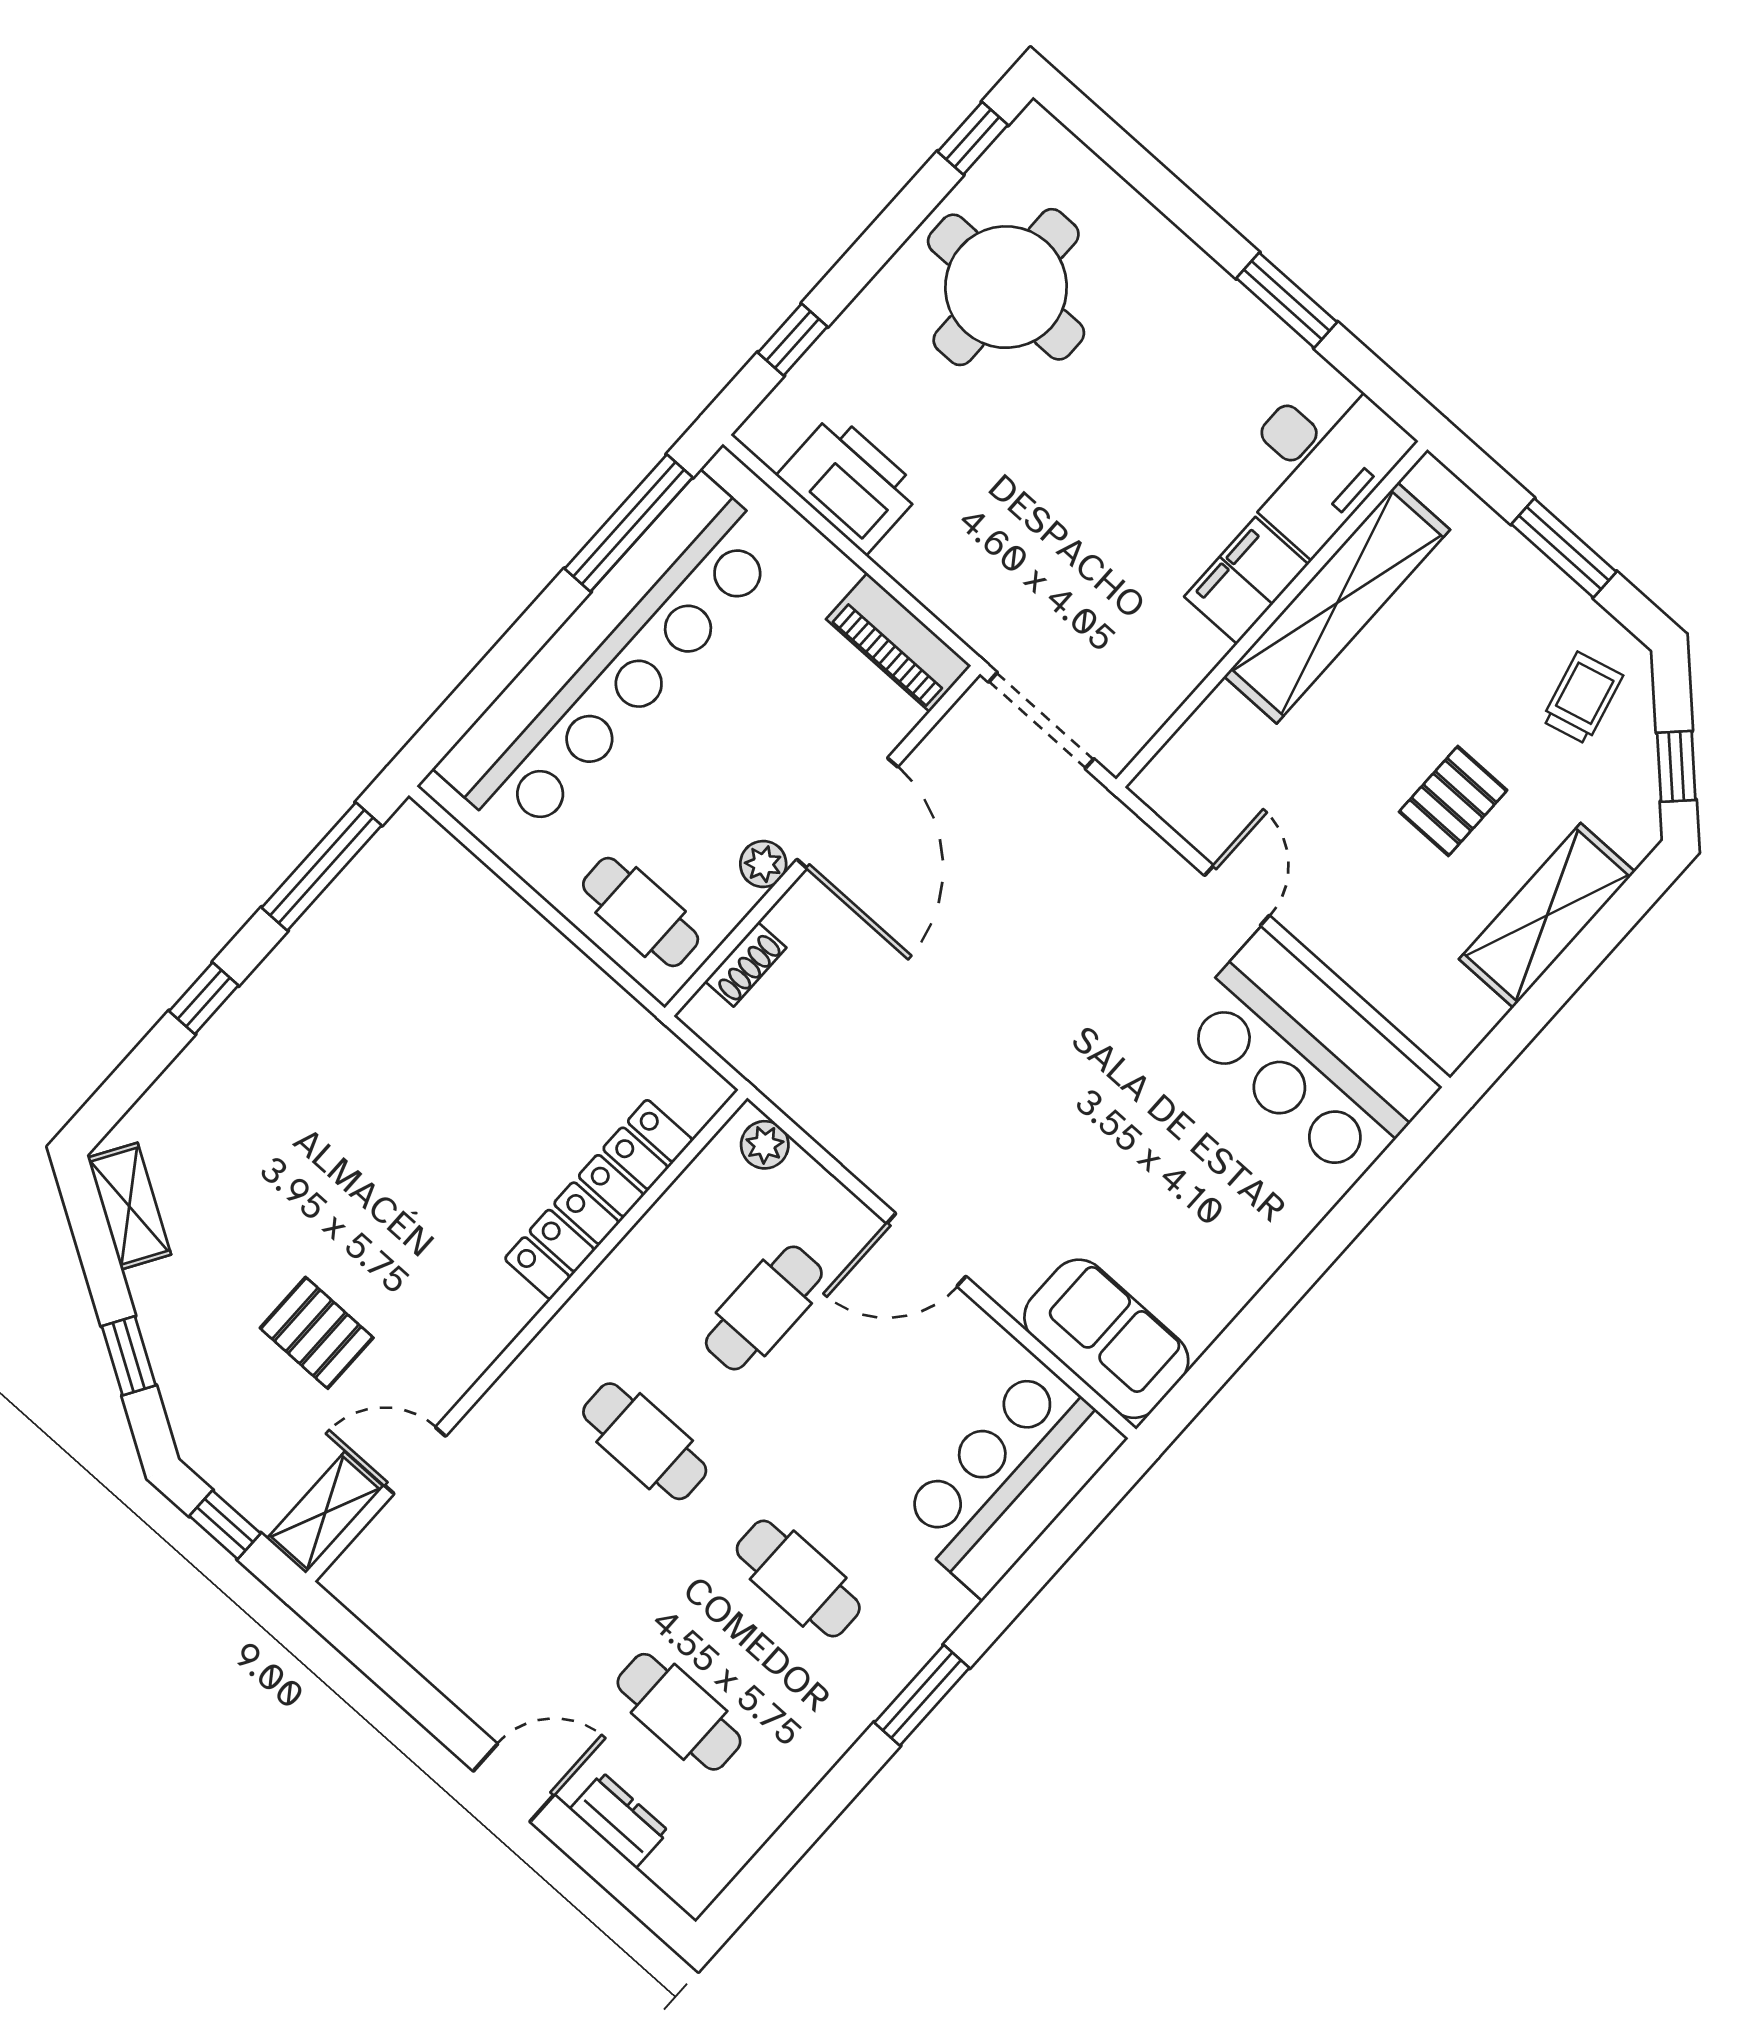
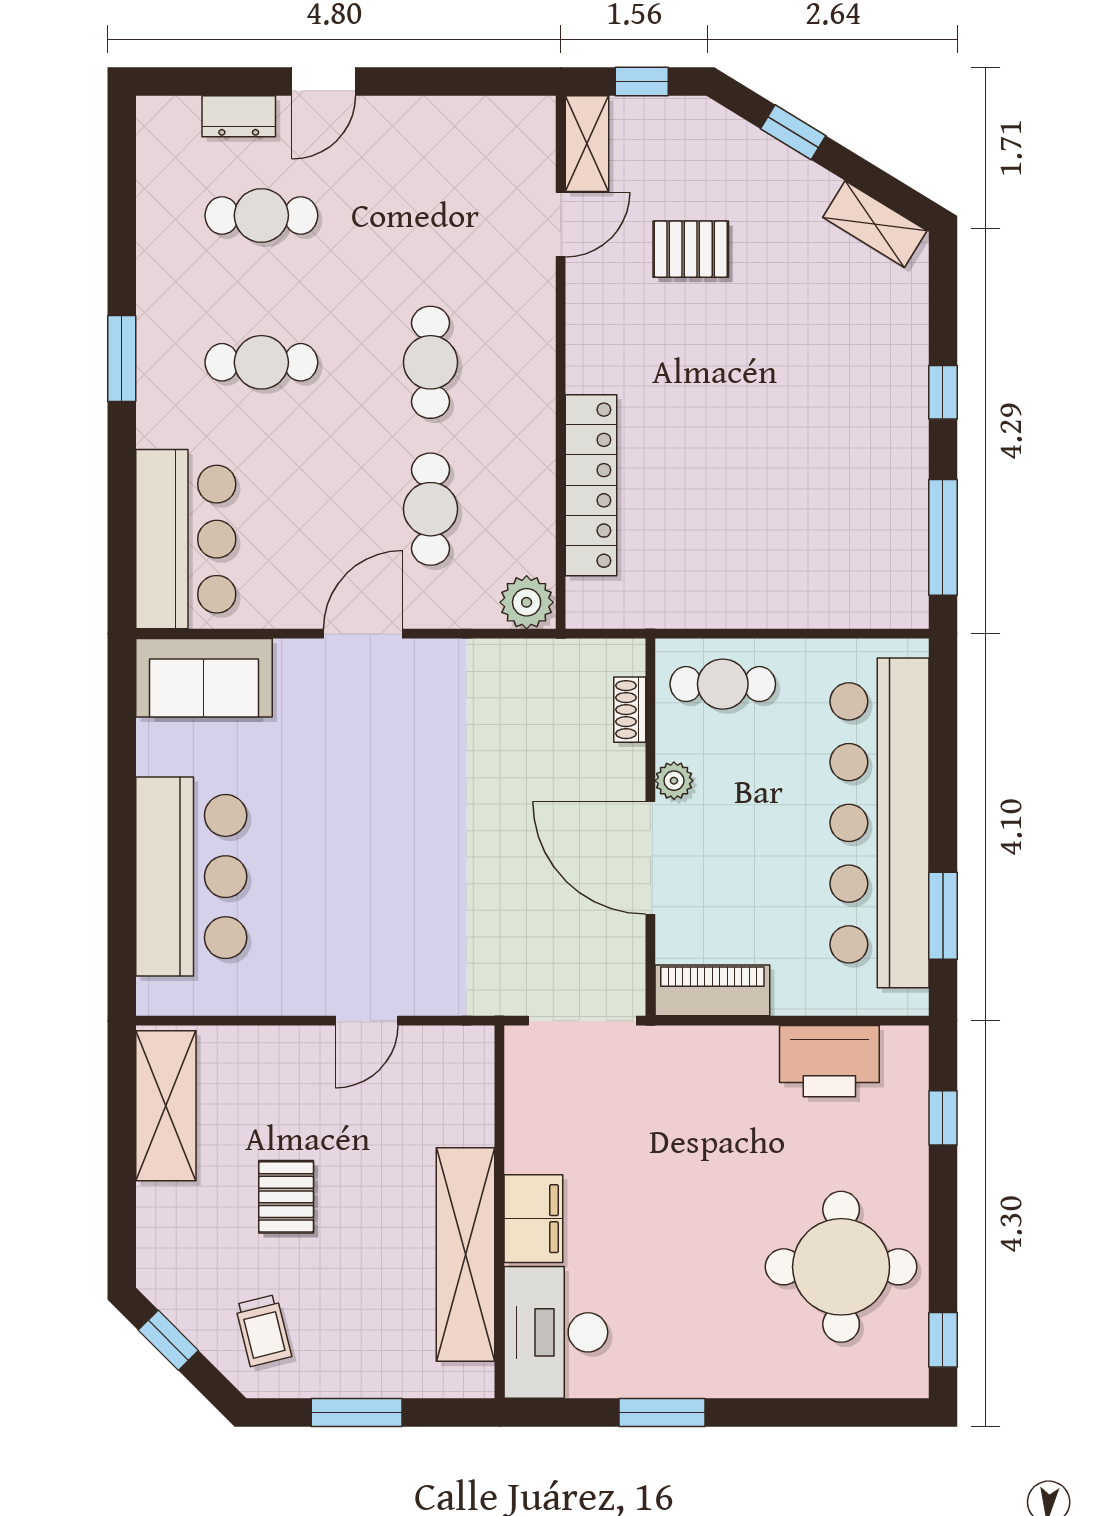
window: (629, 523) -> (943, 916), width x0.69
door: (1237, 895) -> (367, 1021), hinge flipped
shelving: (1547, 915) -> (166, 1106), moved
bar counter: (1307, 1056) -> (191, 877), moved, turned 90
plant: (765, 1145) -> (527, 602), width x1.38, depth x1.38
cafe table: (645, 1441) -> (431, 362), turned 90

